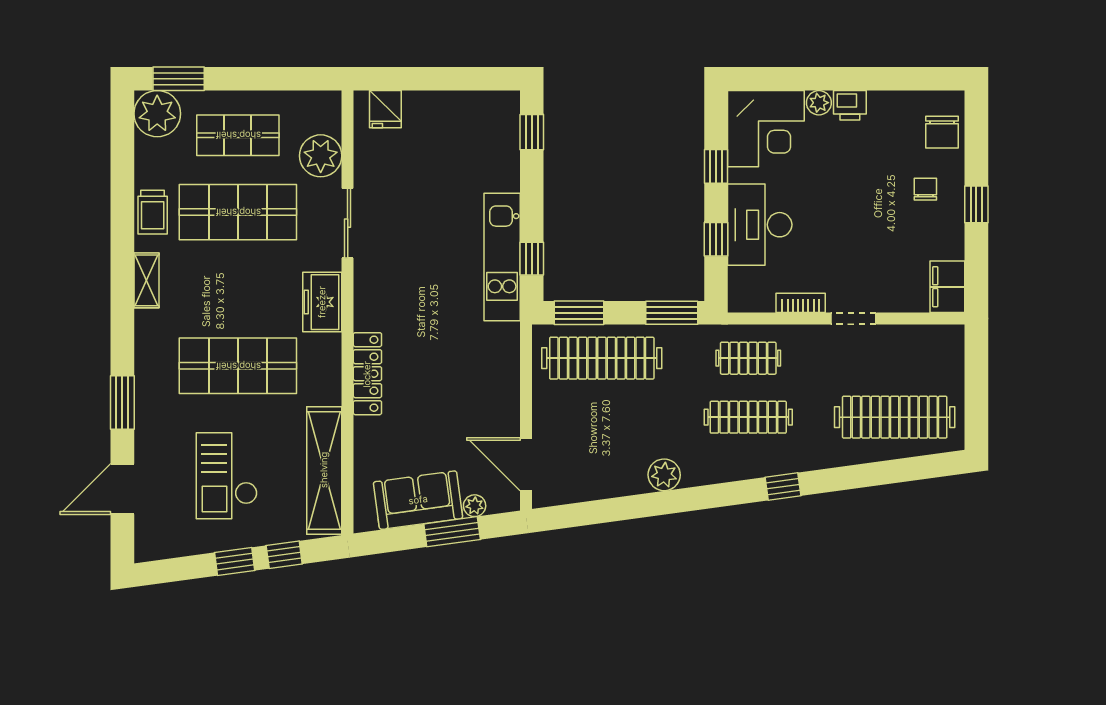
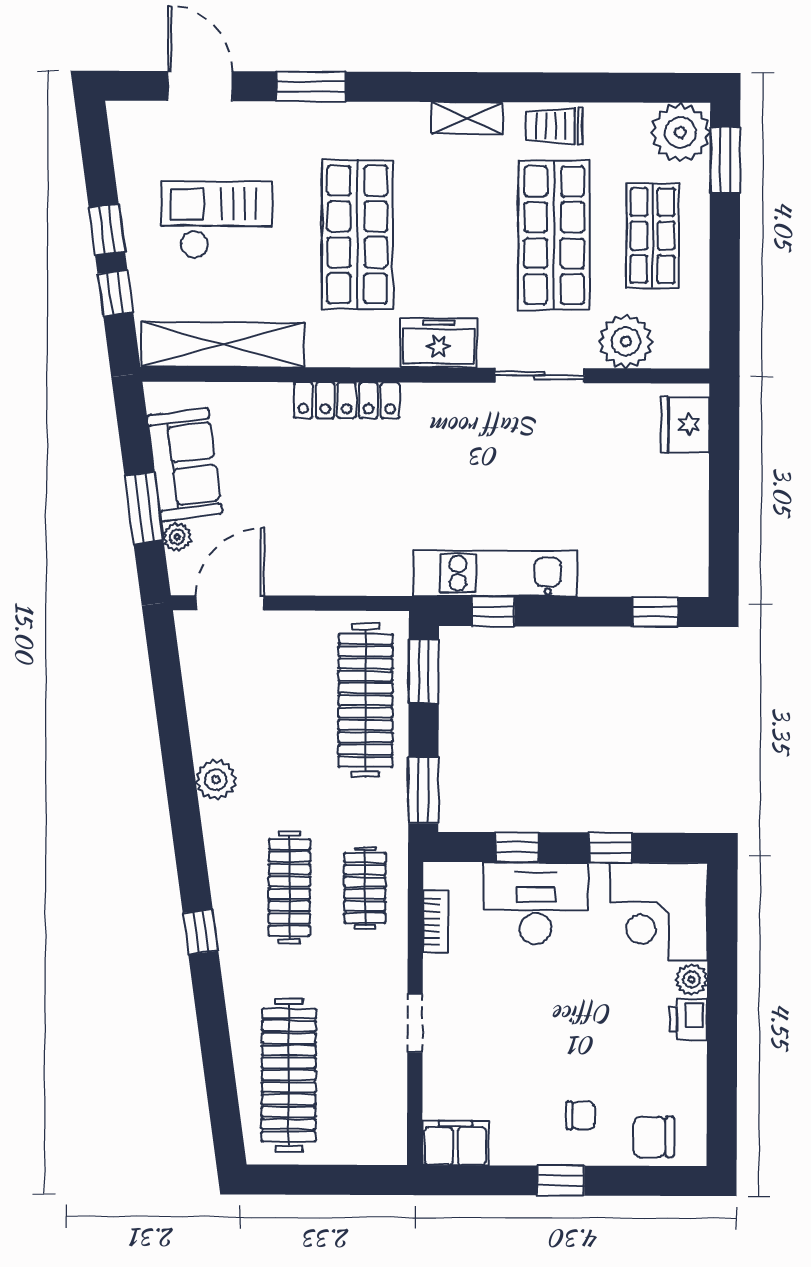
fridge: (385, 109) -> (685, 425), width x1.38
bookcase: (801, 303) -> (435, 921), moved

